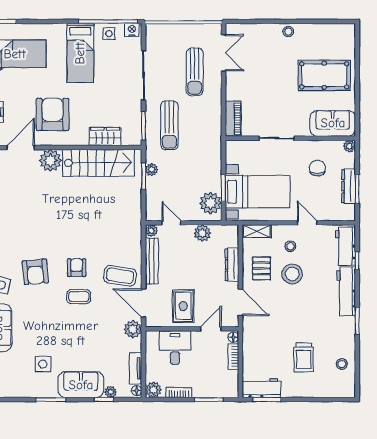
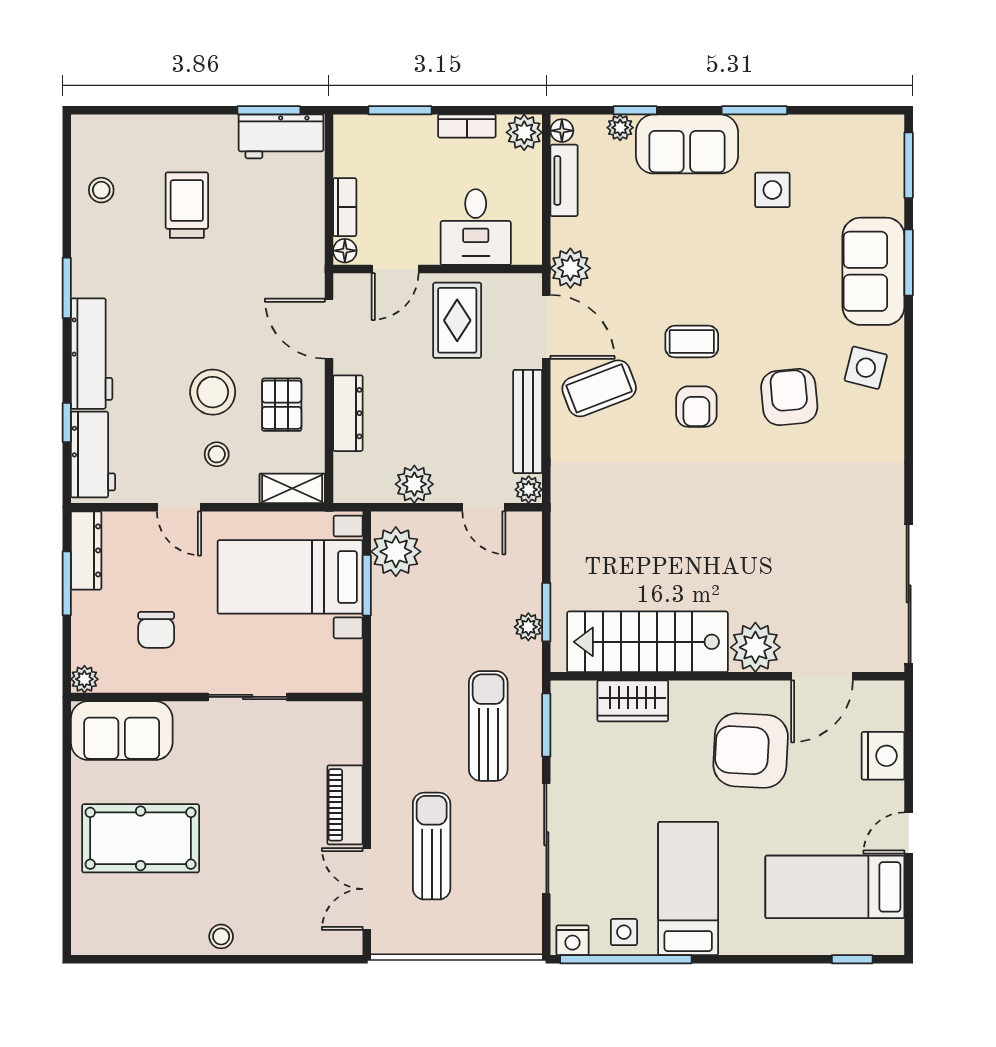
armchair: (53, 114) -> (751, 751), turned 93
piano: (233, 119) -> (345, 805), moved
dresser: (349, 186) -> (86, 550), moved
coffee table: (120, 276) -> (599, 388), turned -30

